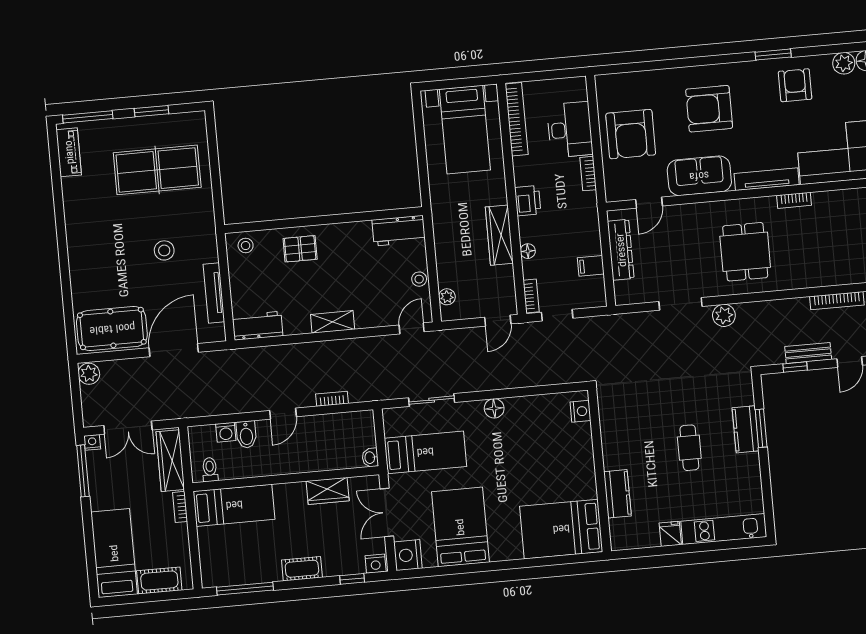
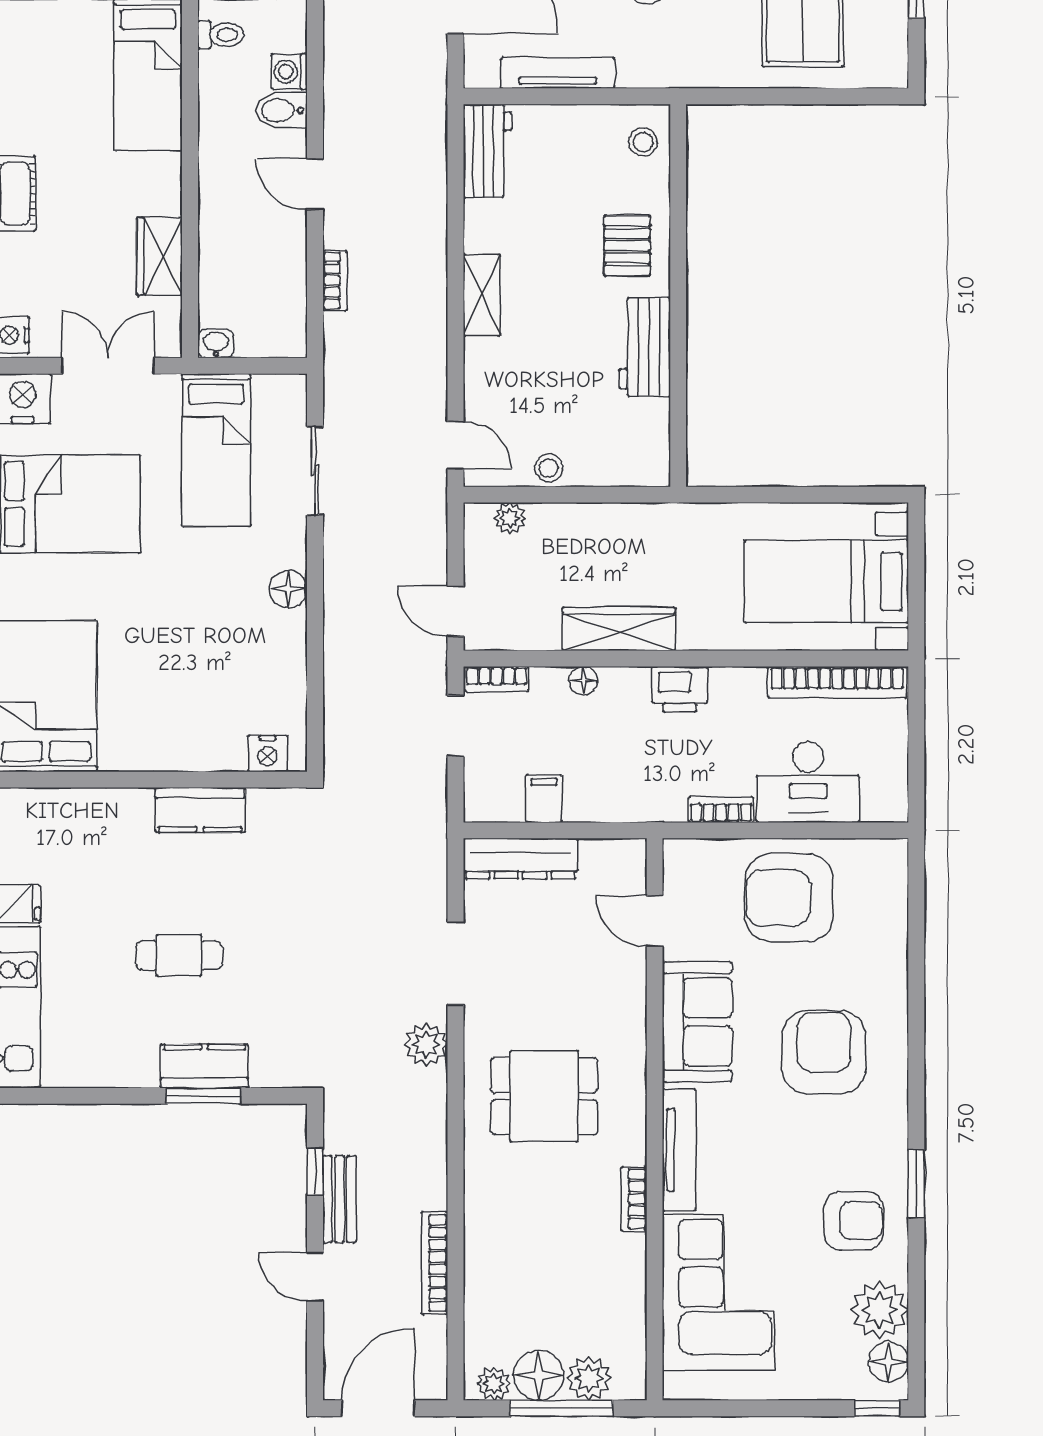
plant: (844, 63) -> (880, 1310), width x1.36, depth x1.36
workbench: (399, 231) -> (645, 347), moved
dresser: (621, 250) -> (521, 859), moved
kitchen counter: (617, 494) -> (200, 810), moved

